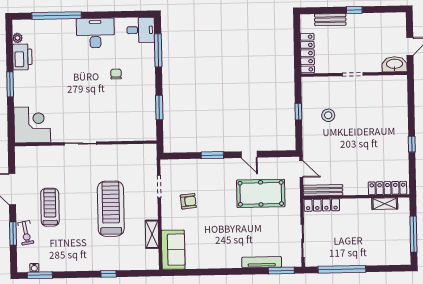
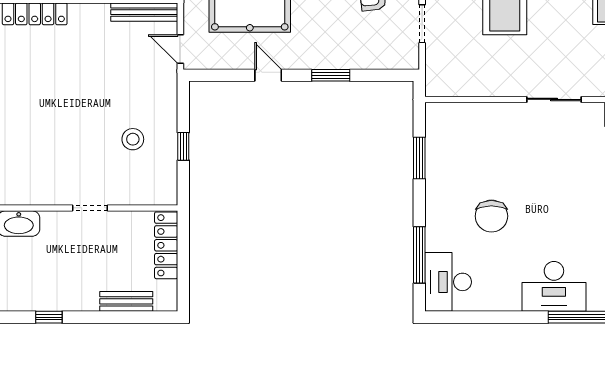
window: (354, 10) -> (49, 317), moved
desk: (141, 30) -> (448, 282), width x1.37
desk: (95, 33) -> (554, 286), moved
chair: (116, 74) -> (491, 216), width x1.87, depth x1.87

